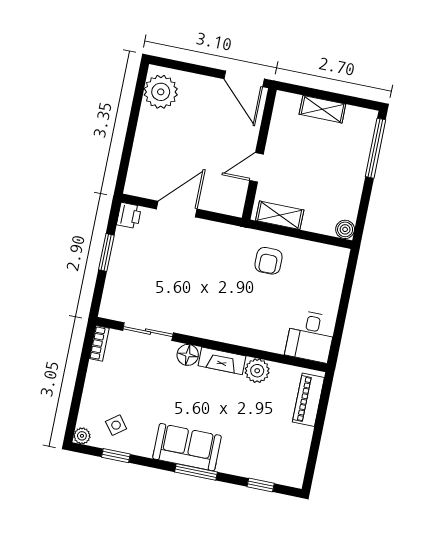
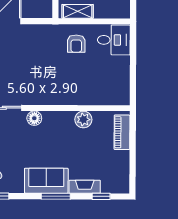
boiler: (345, 229) -> (124, 12), removed
desk: (311, 336) -> (114, 40), moved, turned -90
fireplace: (222, 361) -> (85, 187), moved, turned 180

